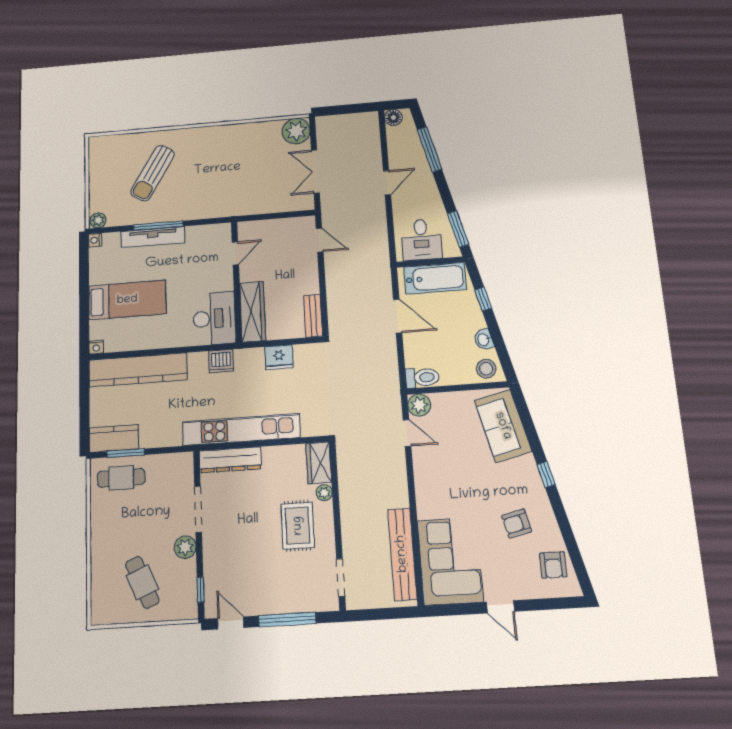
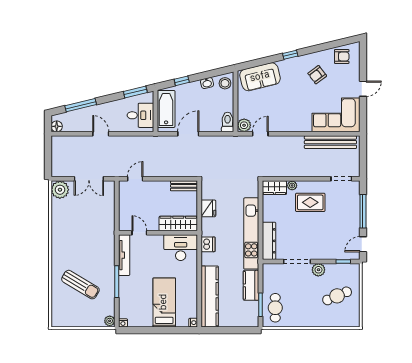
tv unit: (153, 237) -> (124, 255), moved
kitchen counter: (114, 438) -> (251, 285), moved
armchair: (517, 523) -> (317, 75), turned 66

